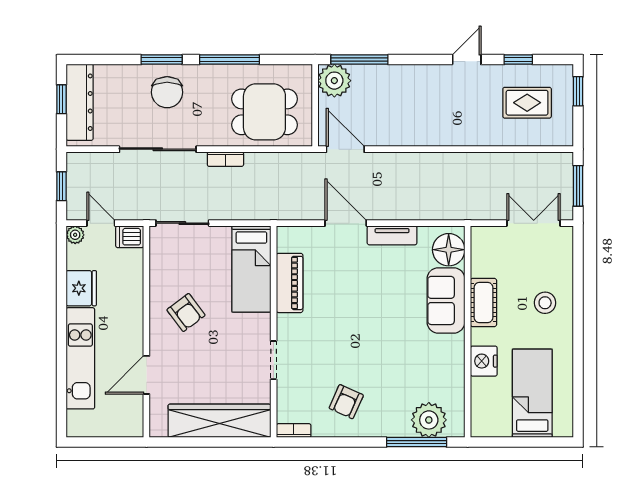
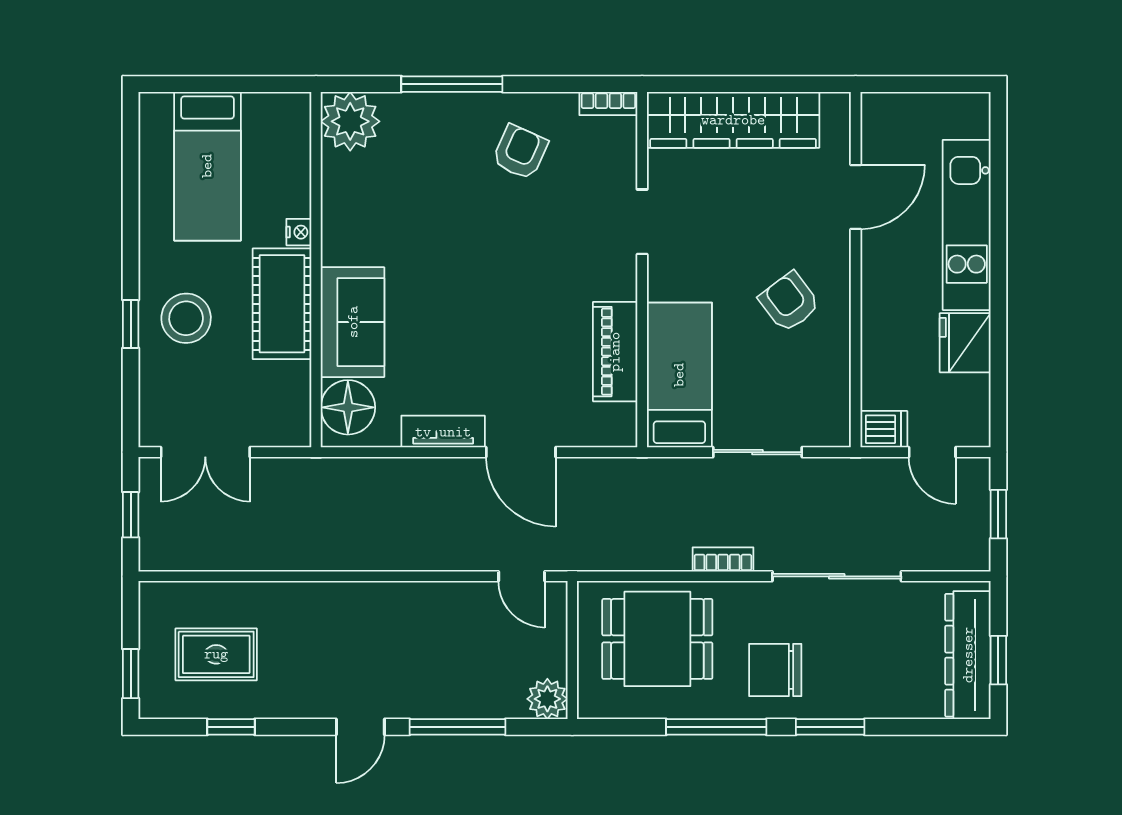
window: (359, 60) -> (457, 727), moved
door: (467, 60) -> (360, 727), moved
plant: (334, 81) -> (547, 699), width x0.73, depth x0.73
chair: (167, 92) -> (775, 670), moved, turned -90
door: (345, 149) -> (522, 576), width x0.73
window: (578, 186) -> (131, 515), width x0.67
sliding door: (182, 223) -> (757, 452), moved
plant: (75, 235) -> (975, 432), removed
window: (578, 299) -> (131, 324), added
cot: (483, 303) -> (282, 304), width x1.37, depth x1.34
stool: (545, 303) -> (186, 318), width x1.38, depth x1.38
nightstand: (484, 361) -> (299, 232), width x0.53, depth x0.56
plant: (429, 420) -> (350, 121), moved
window: (417, 442) -> (452, 84), moved

